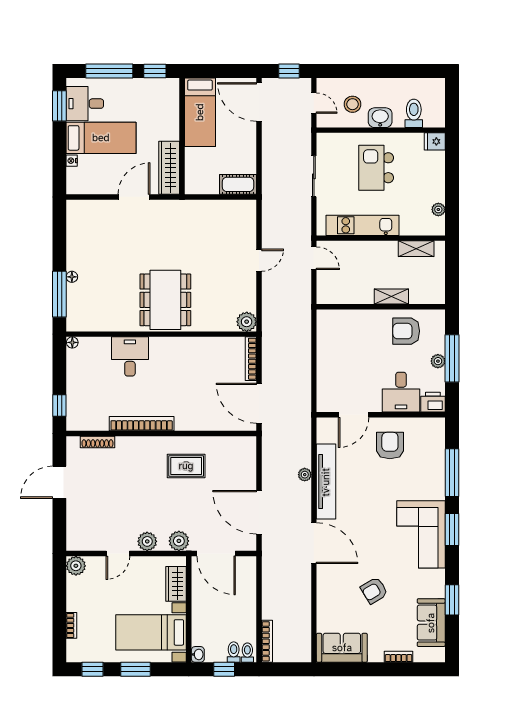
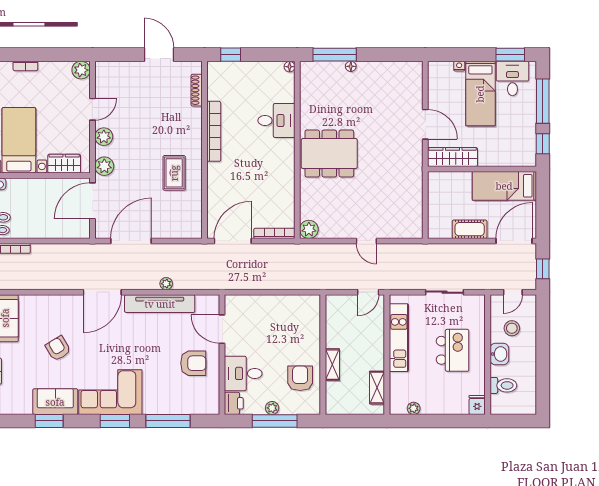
kitchen island: (376, 168) -> (453, 350), turned 90
cot: (238, 184) -> (470, 229), moved, turned 90
door: (118, 554) -> (92, 109), swing flipped
sofa: (431, 623) -> (55, 402), moved

